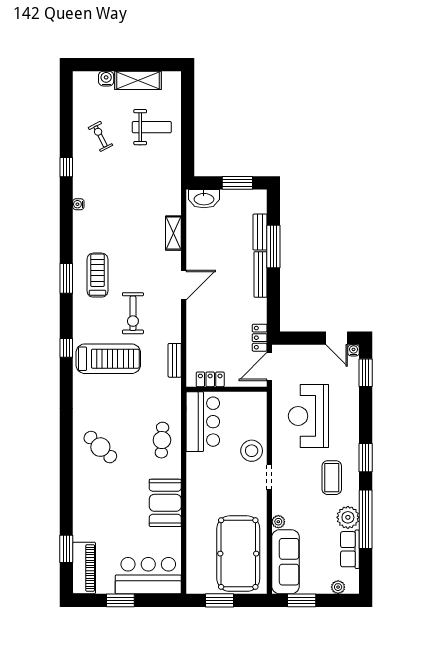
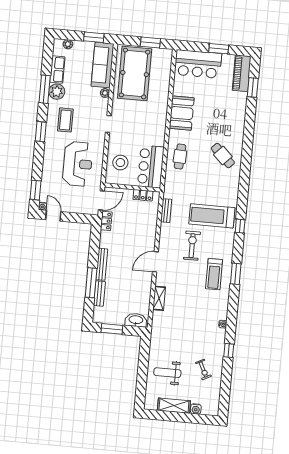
stool: (252, 451) -> (120, 163), moved
window: (366, 519) -> (45, 89), width x0.68

